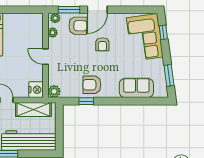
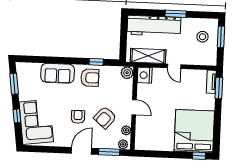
armchair: (78, 26) -> (105, 118), moved, turned -50
window: (163, 32) -> (17, 116), moved
sofa: (136, 88) -> (58, 73), moved

